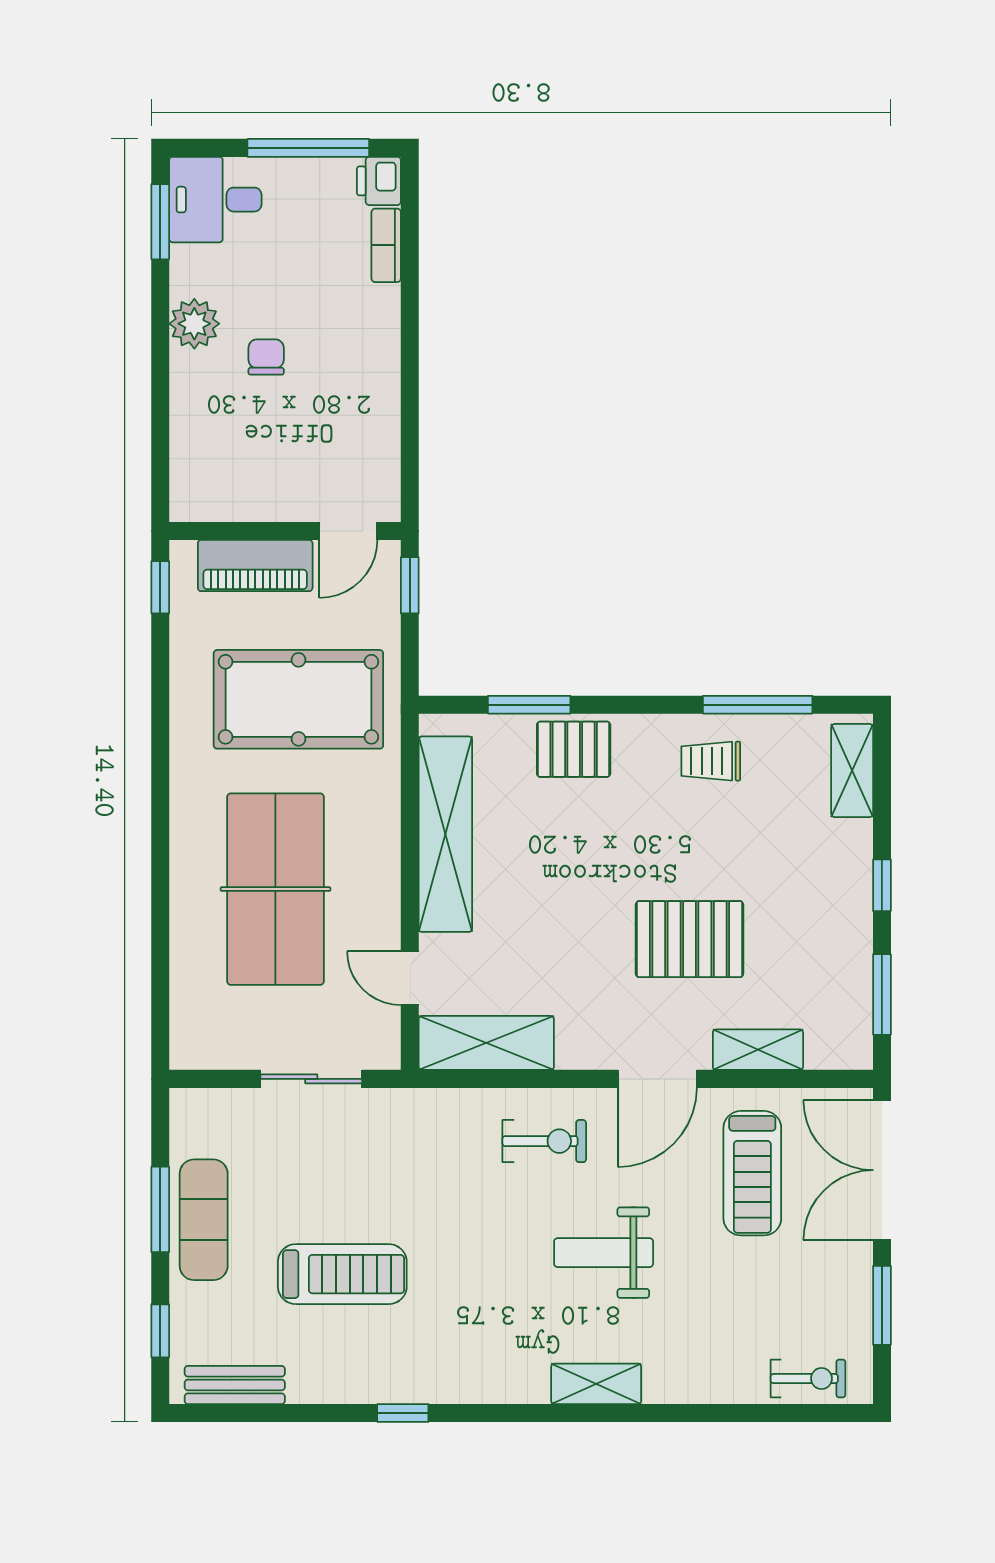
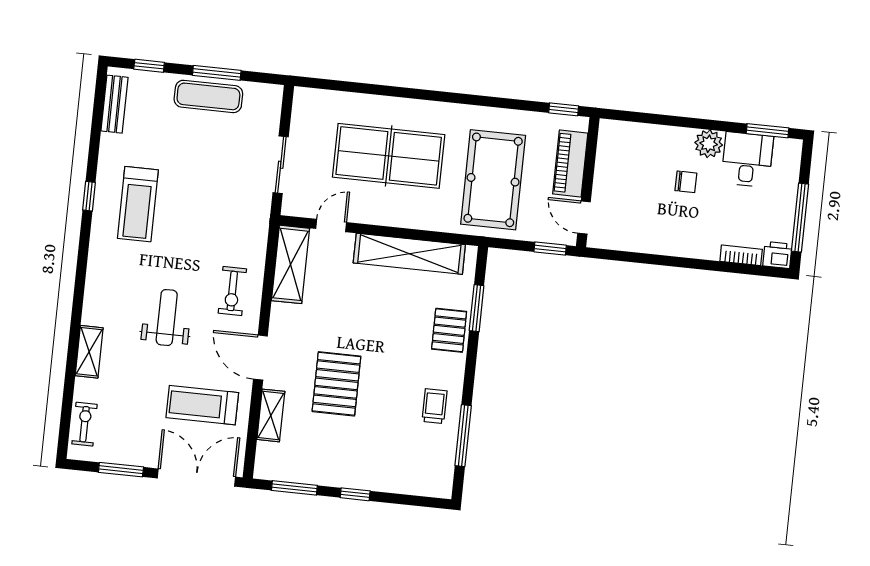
desk: (215, 200) -> (747, 160), moved
shelving: (852, 771) -> (421, 484), removed
treadmill: (342, 1274) -> (138, 204), moved
exercise bike: (808, 1379) -> (85, 424), turned 180
shelving: (596, 1384) -> (89, 352), moved

